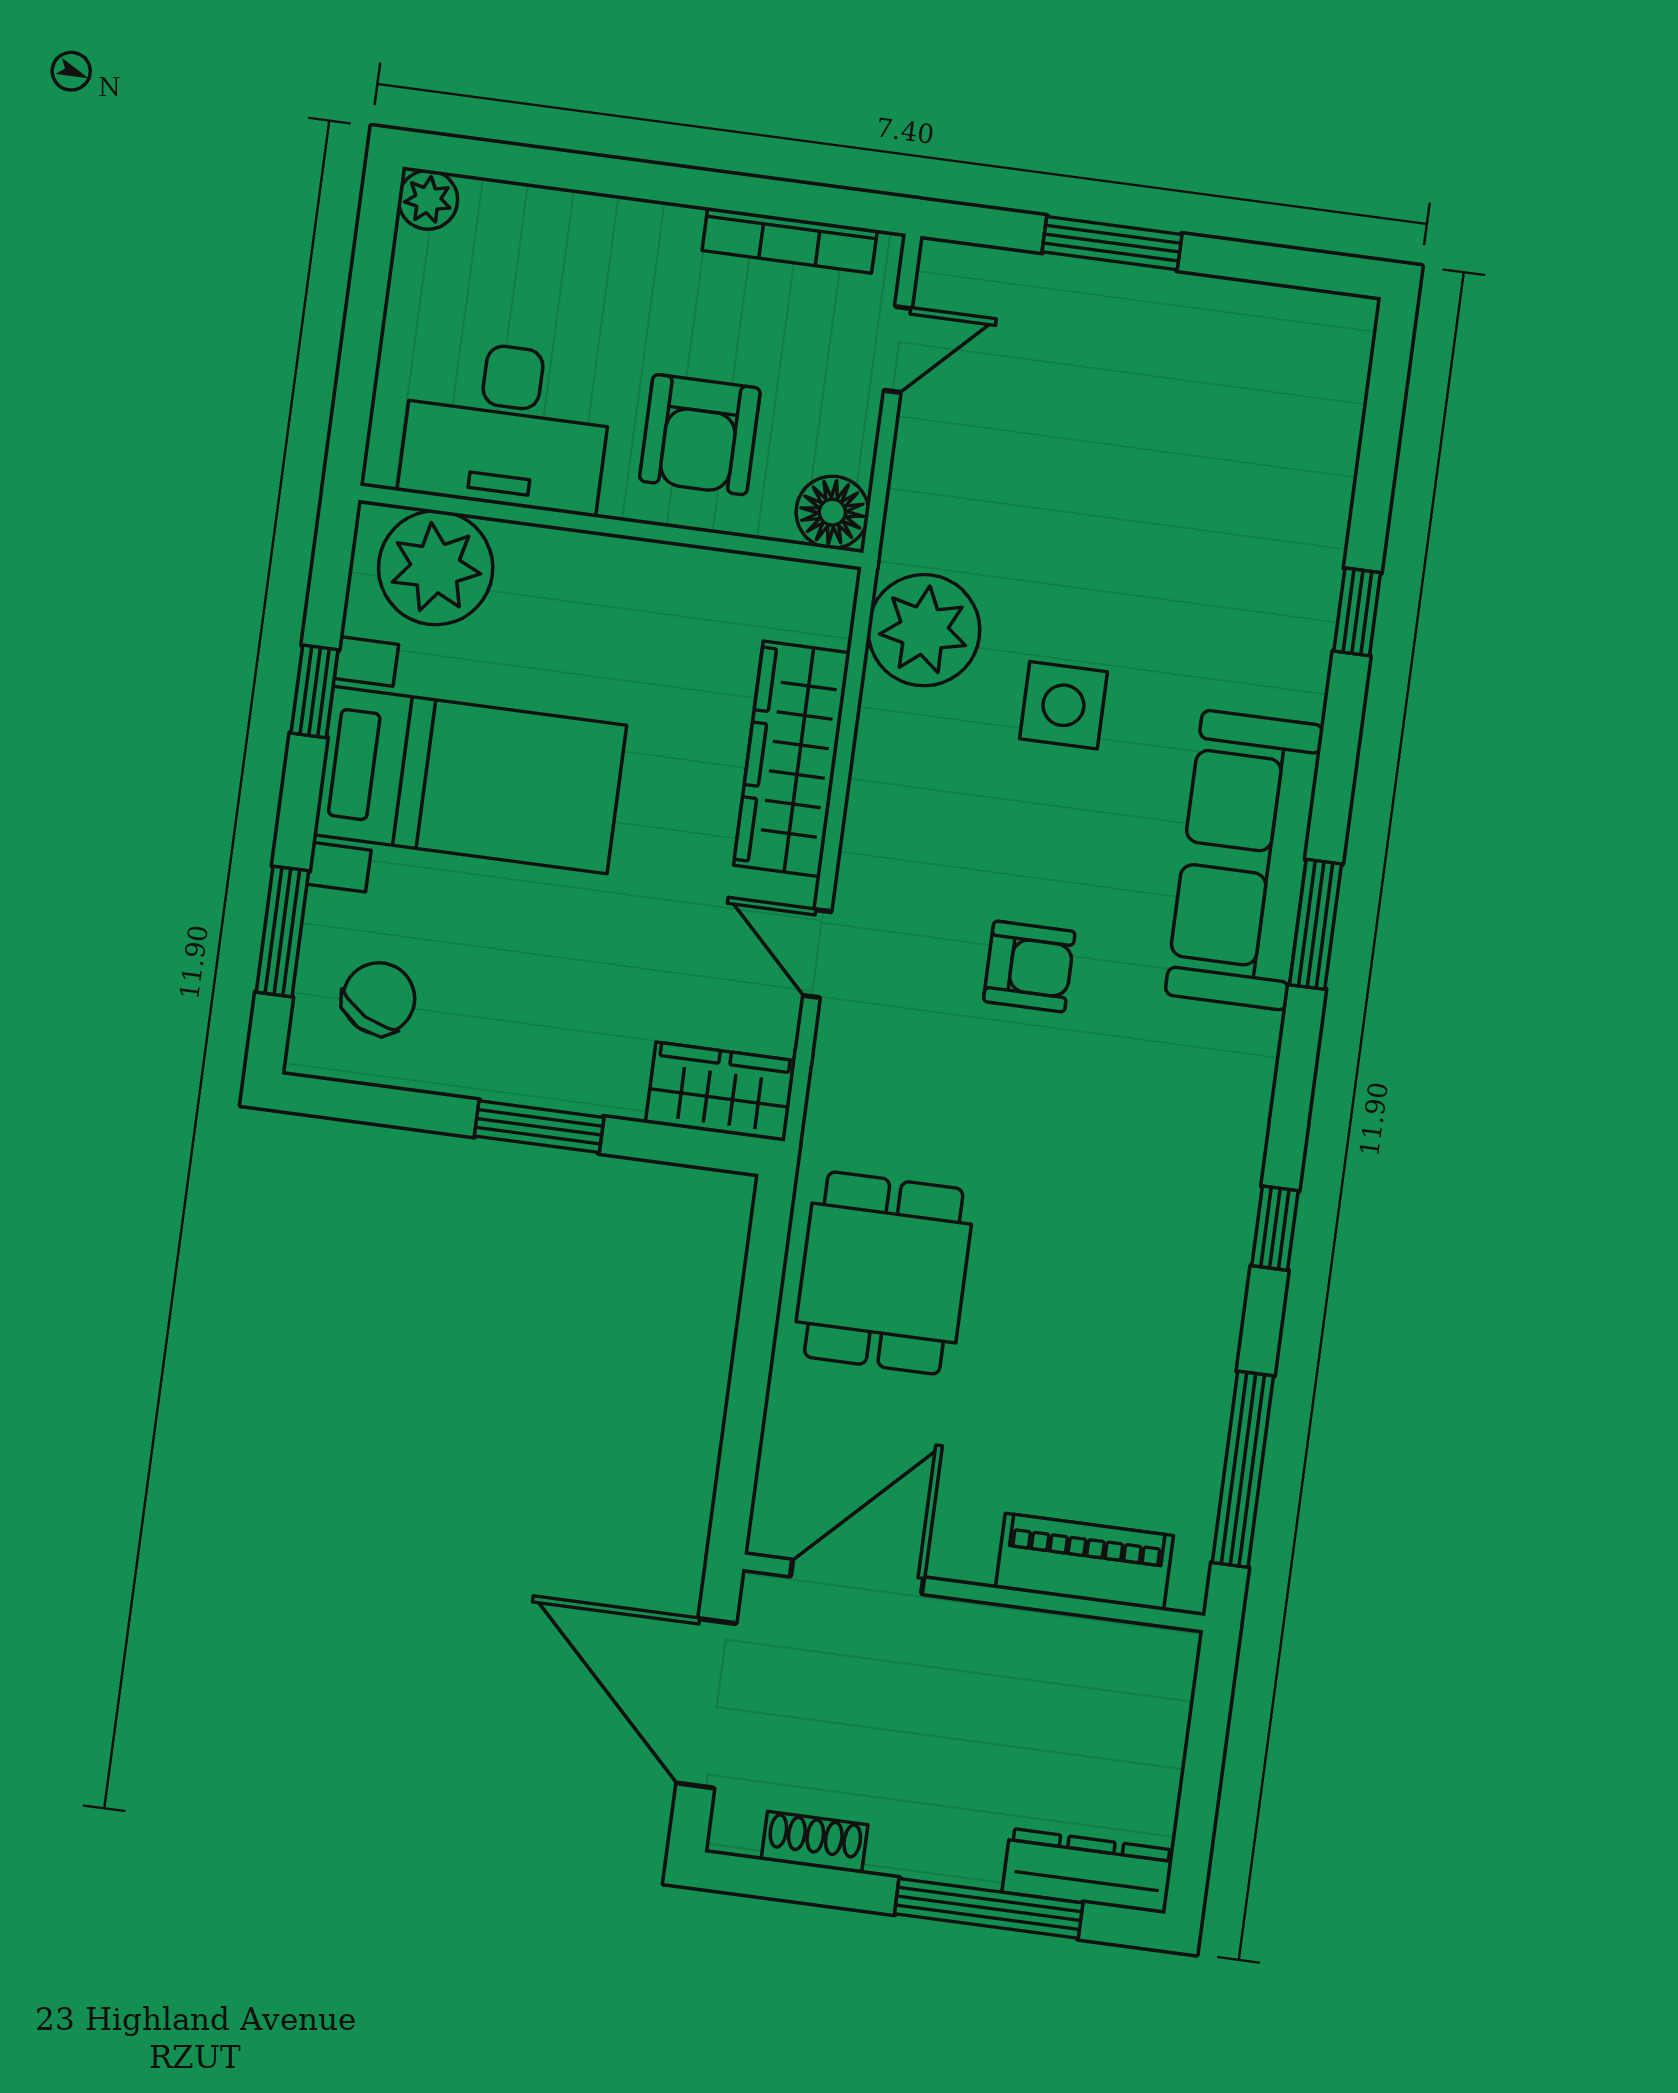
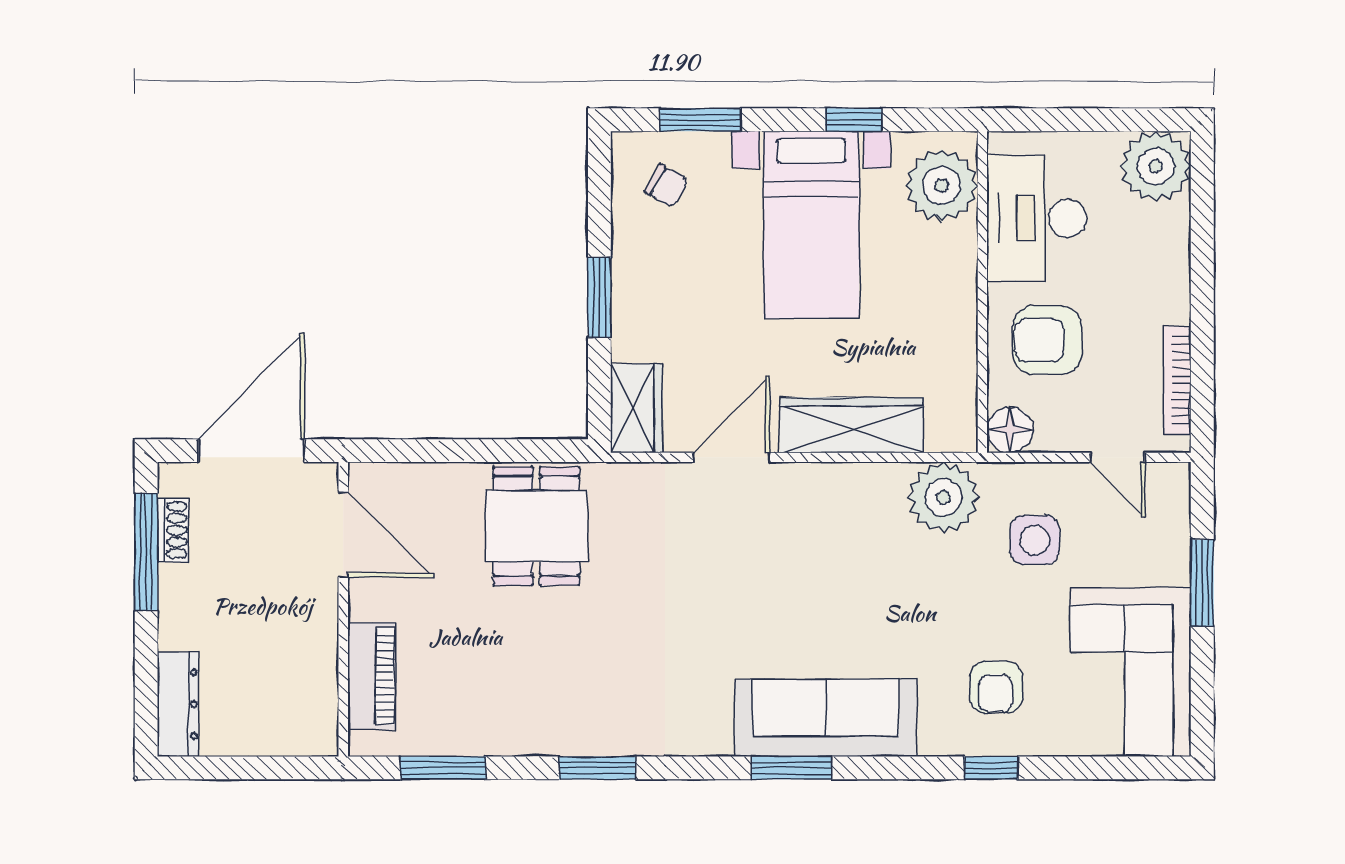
plant: (428, 200) -> (1156, 166), width x1.88, depth x1.88
corner sofa: (1237, 374) -> (1131, 672), added
side table: (1063, 705) -> (1035, 540), moved
door: (817, 954) -> (731, 457), width x1.38
armchair: (1029, 966) -> (996, 687), moved
chair: (379, 998) -> (666, 186), width x0.73, depth x0.73
window: (1275, 1228) -> (597, 768), width x1.50
dining table: (884, 1273) -> (536, 526), turned 90
window: (1243, 1469) -> (443, 768), width x0.69
window: (989, 1908) -> (146, 552), moved

